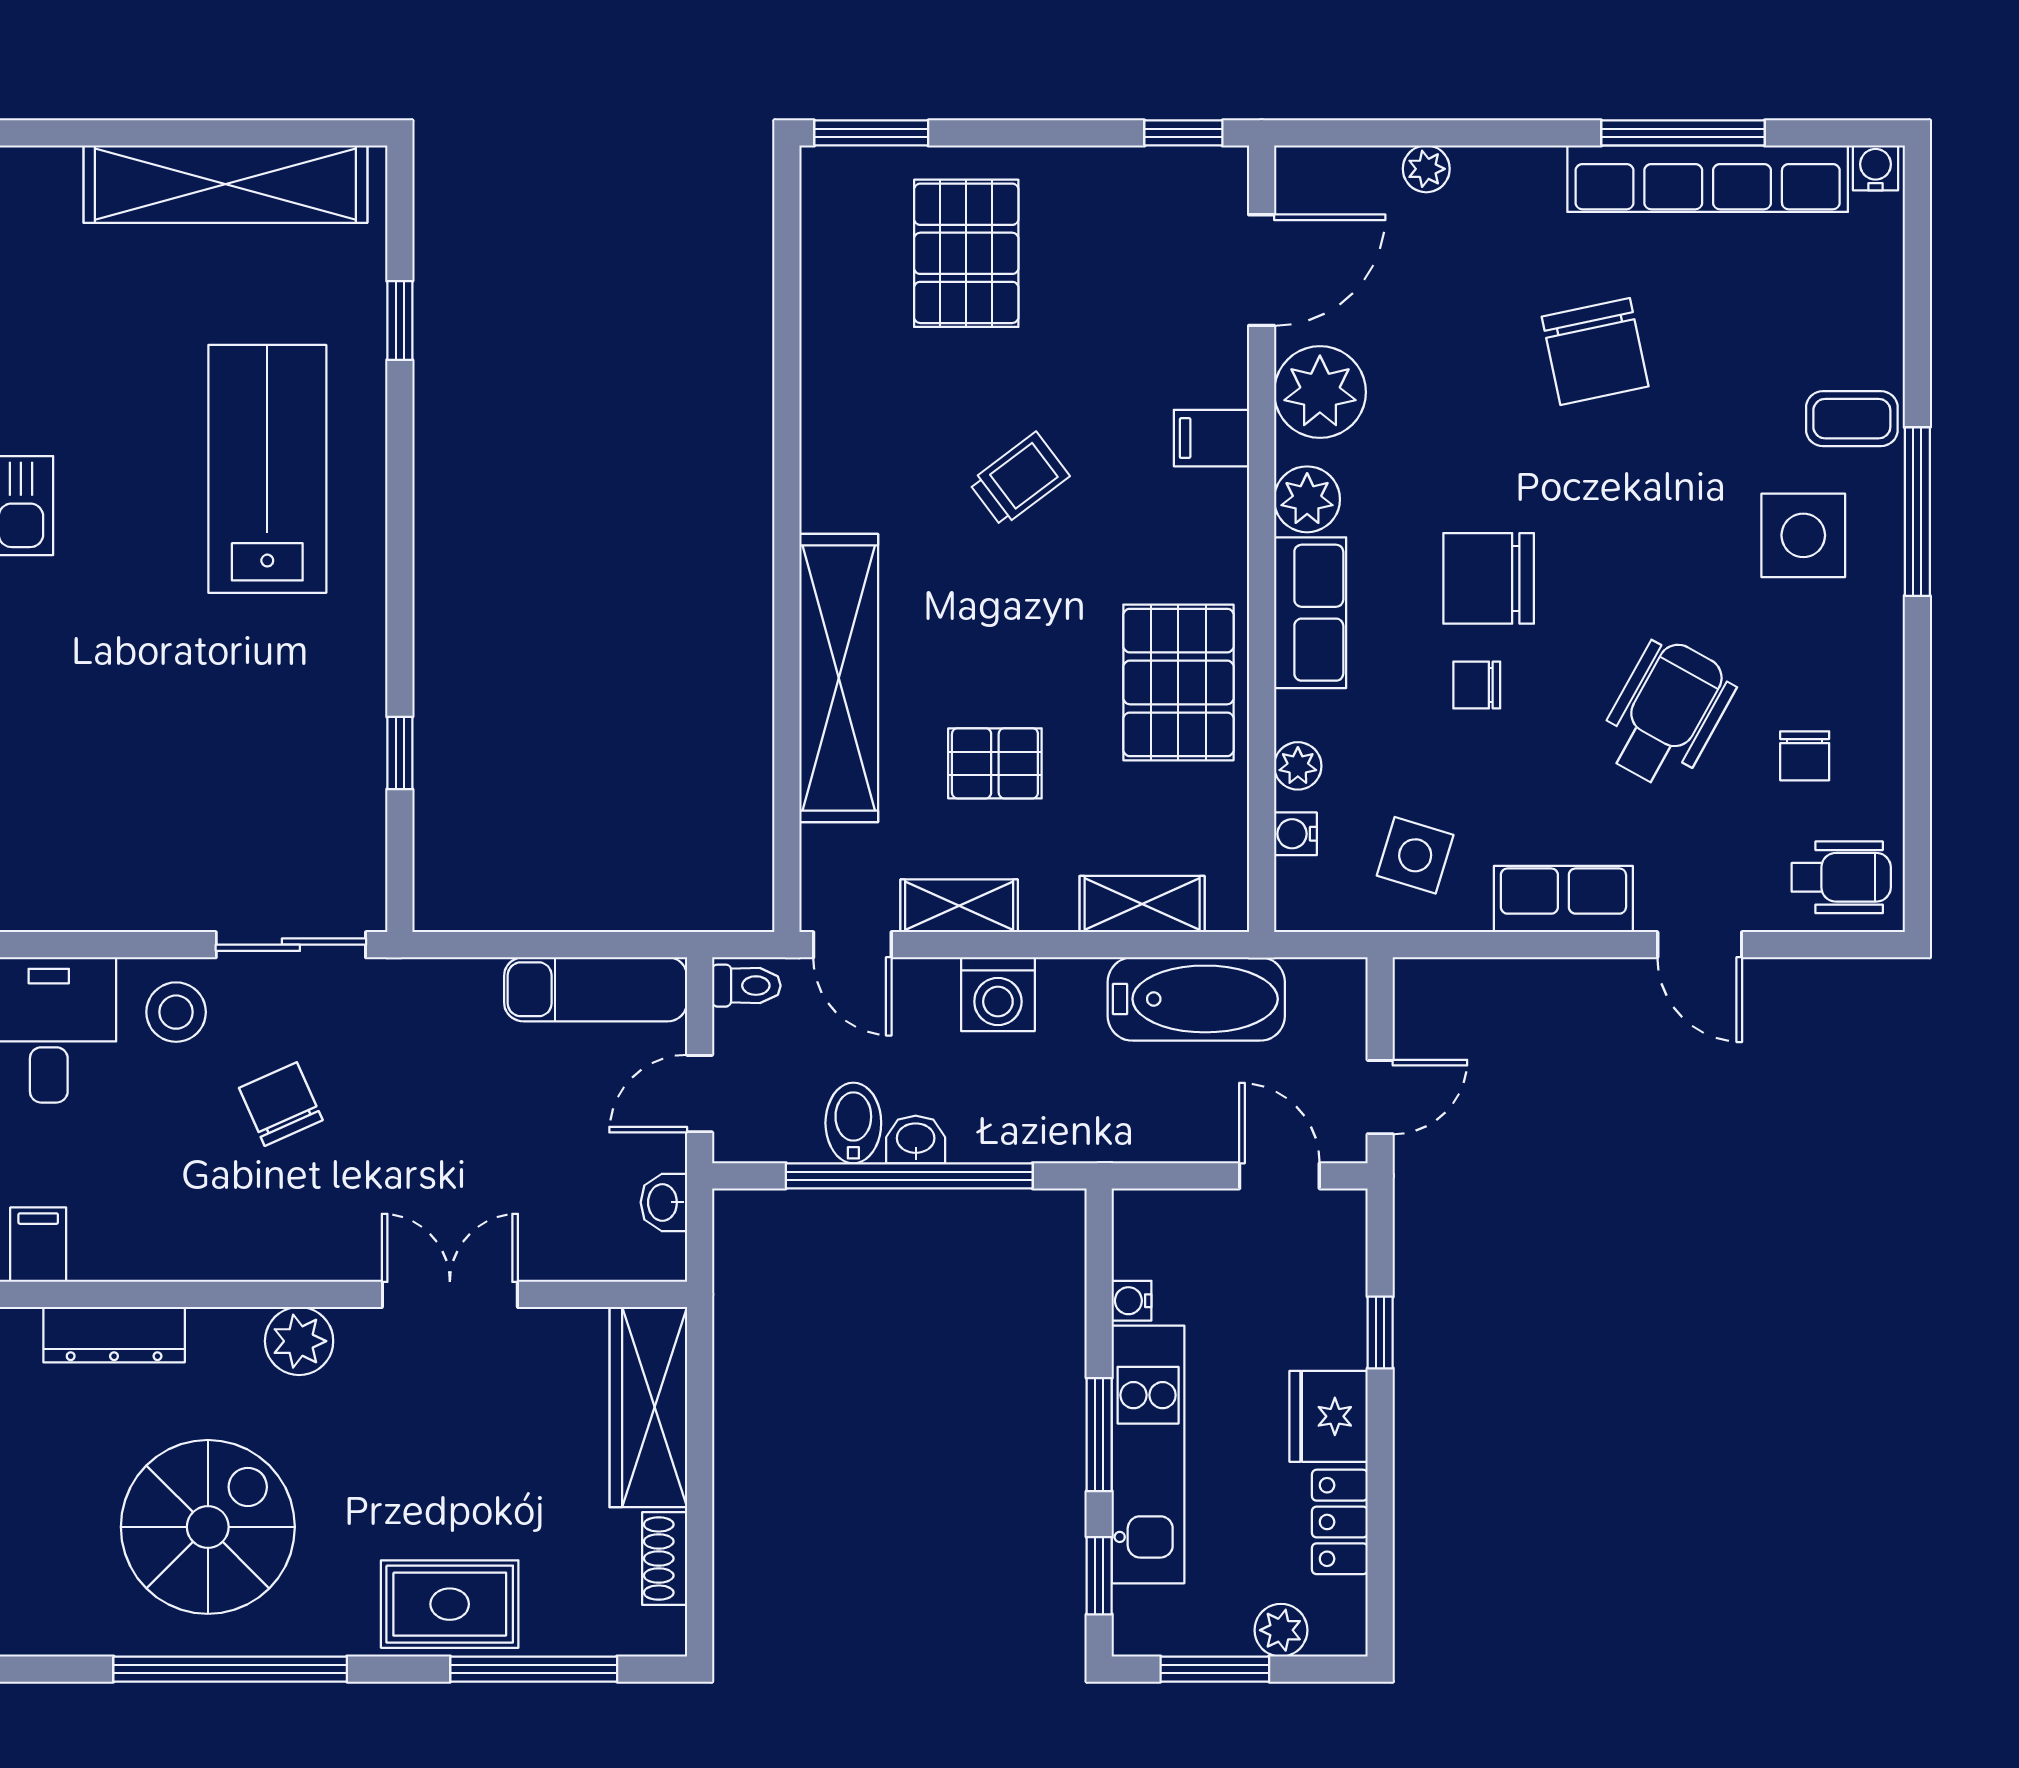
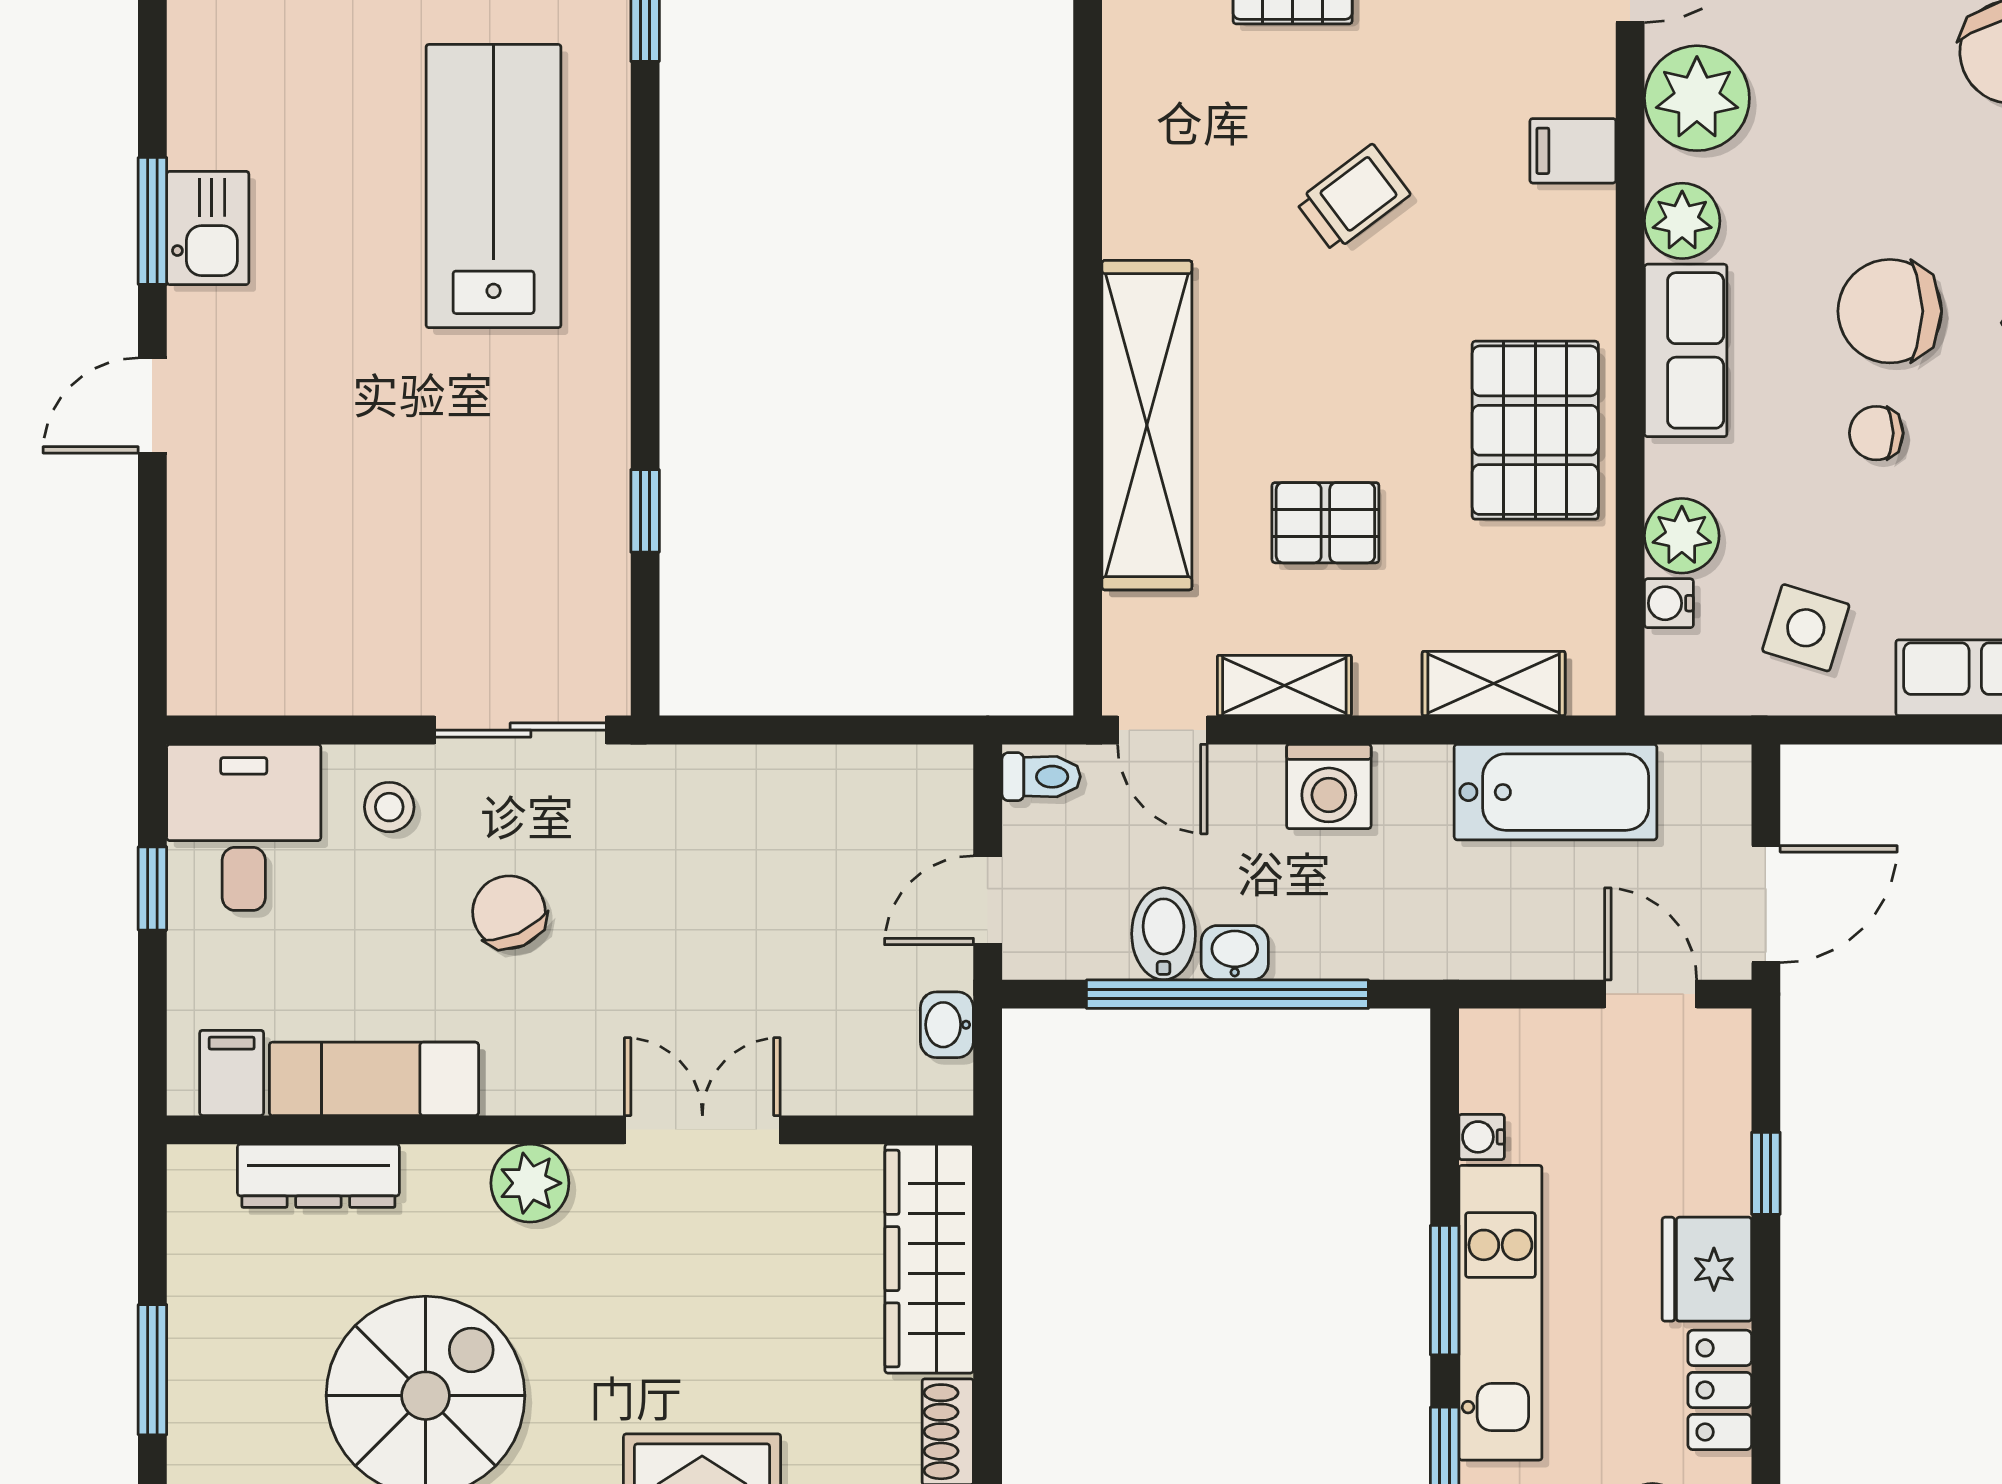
plant: (1298, 766) -> (1682, 536), width x1.38, depth x1.38
exam couch: (596, 989) -> (374, 1079), moved, turned 180
stool: (176, 1012) -> (389, 807), width x0.73, depth x0.73
door: (1380, 1097) -> (1766, 904), width x1.38

